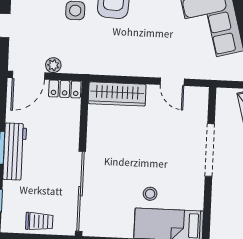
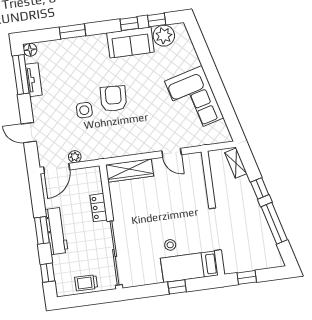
locker: (65, 89) -> (99, 208), moved, turned 90
doorway: (210, 150) -> (215, 229), moved
trolley: (39, 221) -> (86, 283), turned 180

